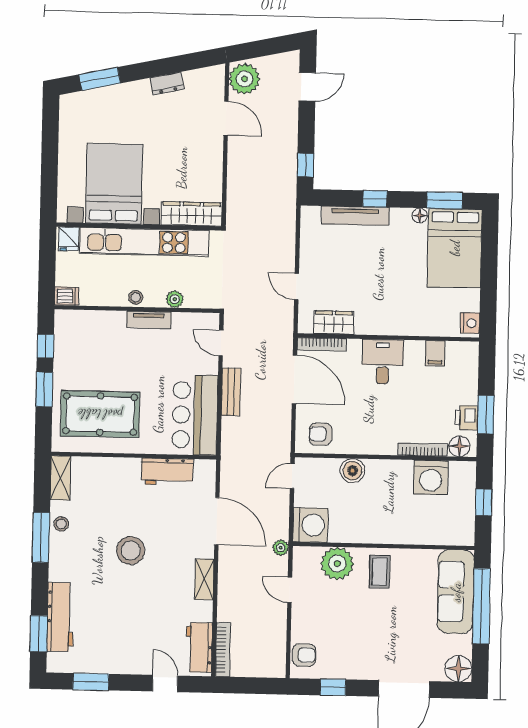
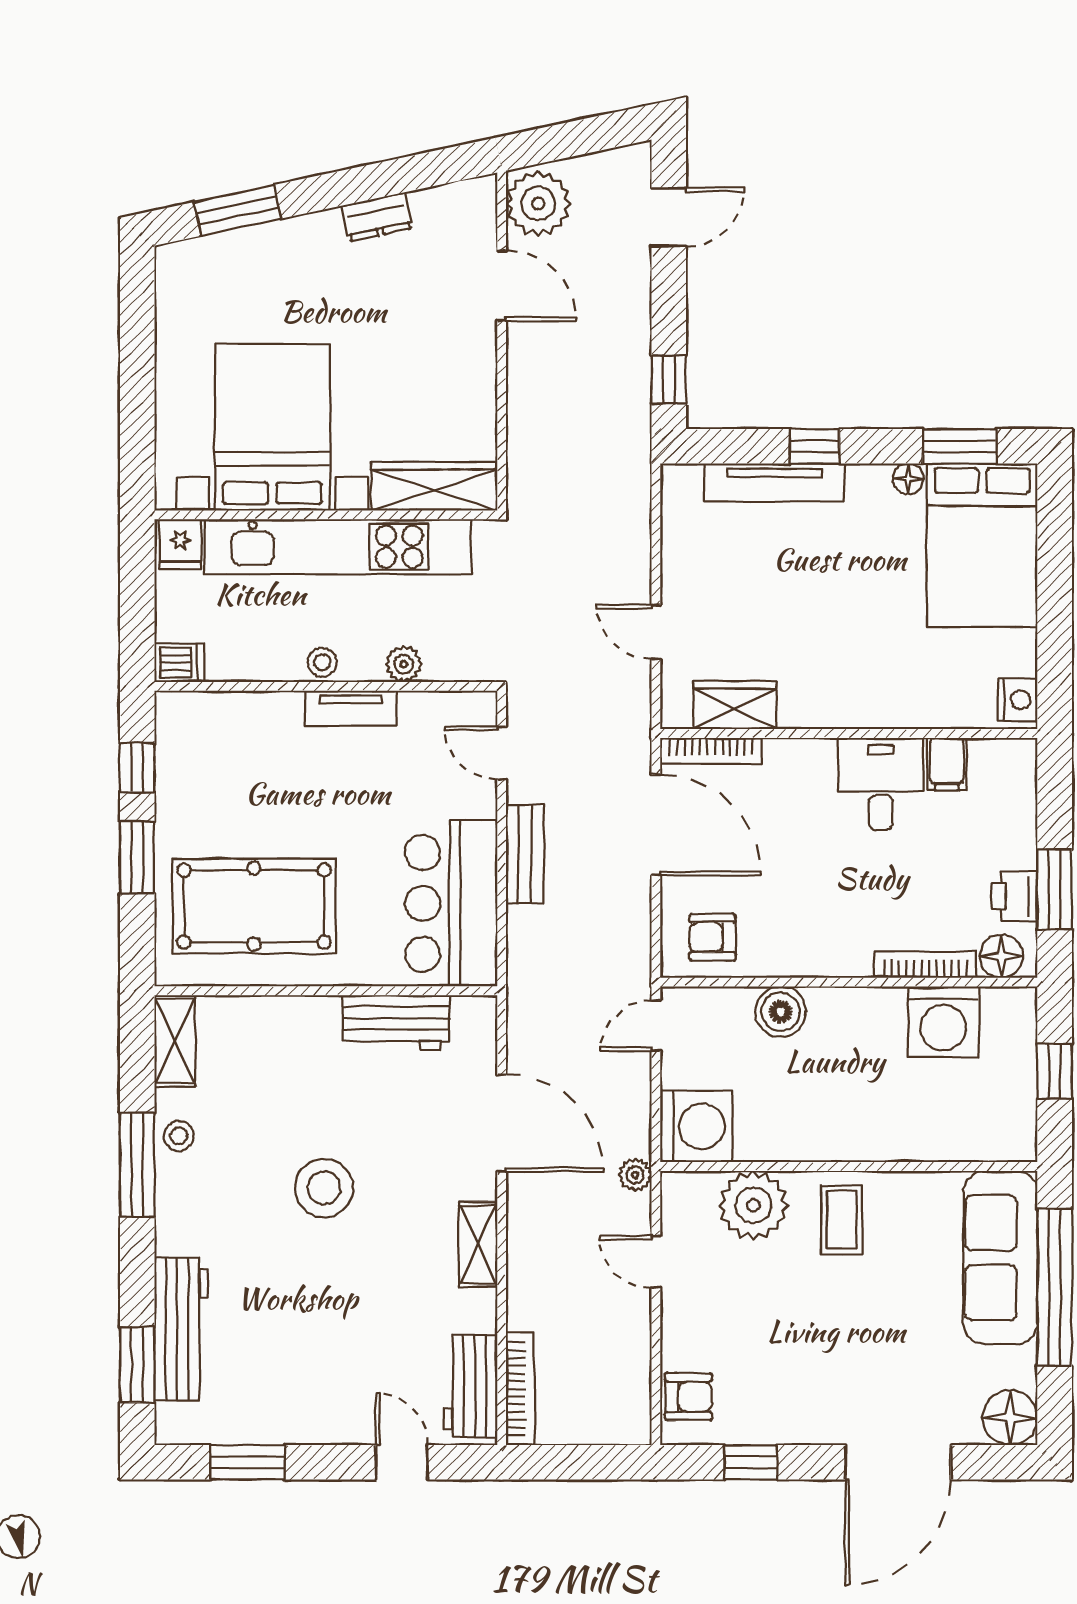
desk: (383, 362) -> (881, 784), moved

